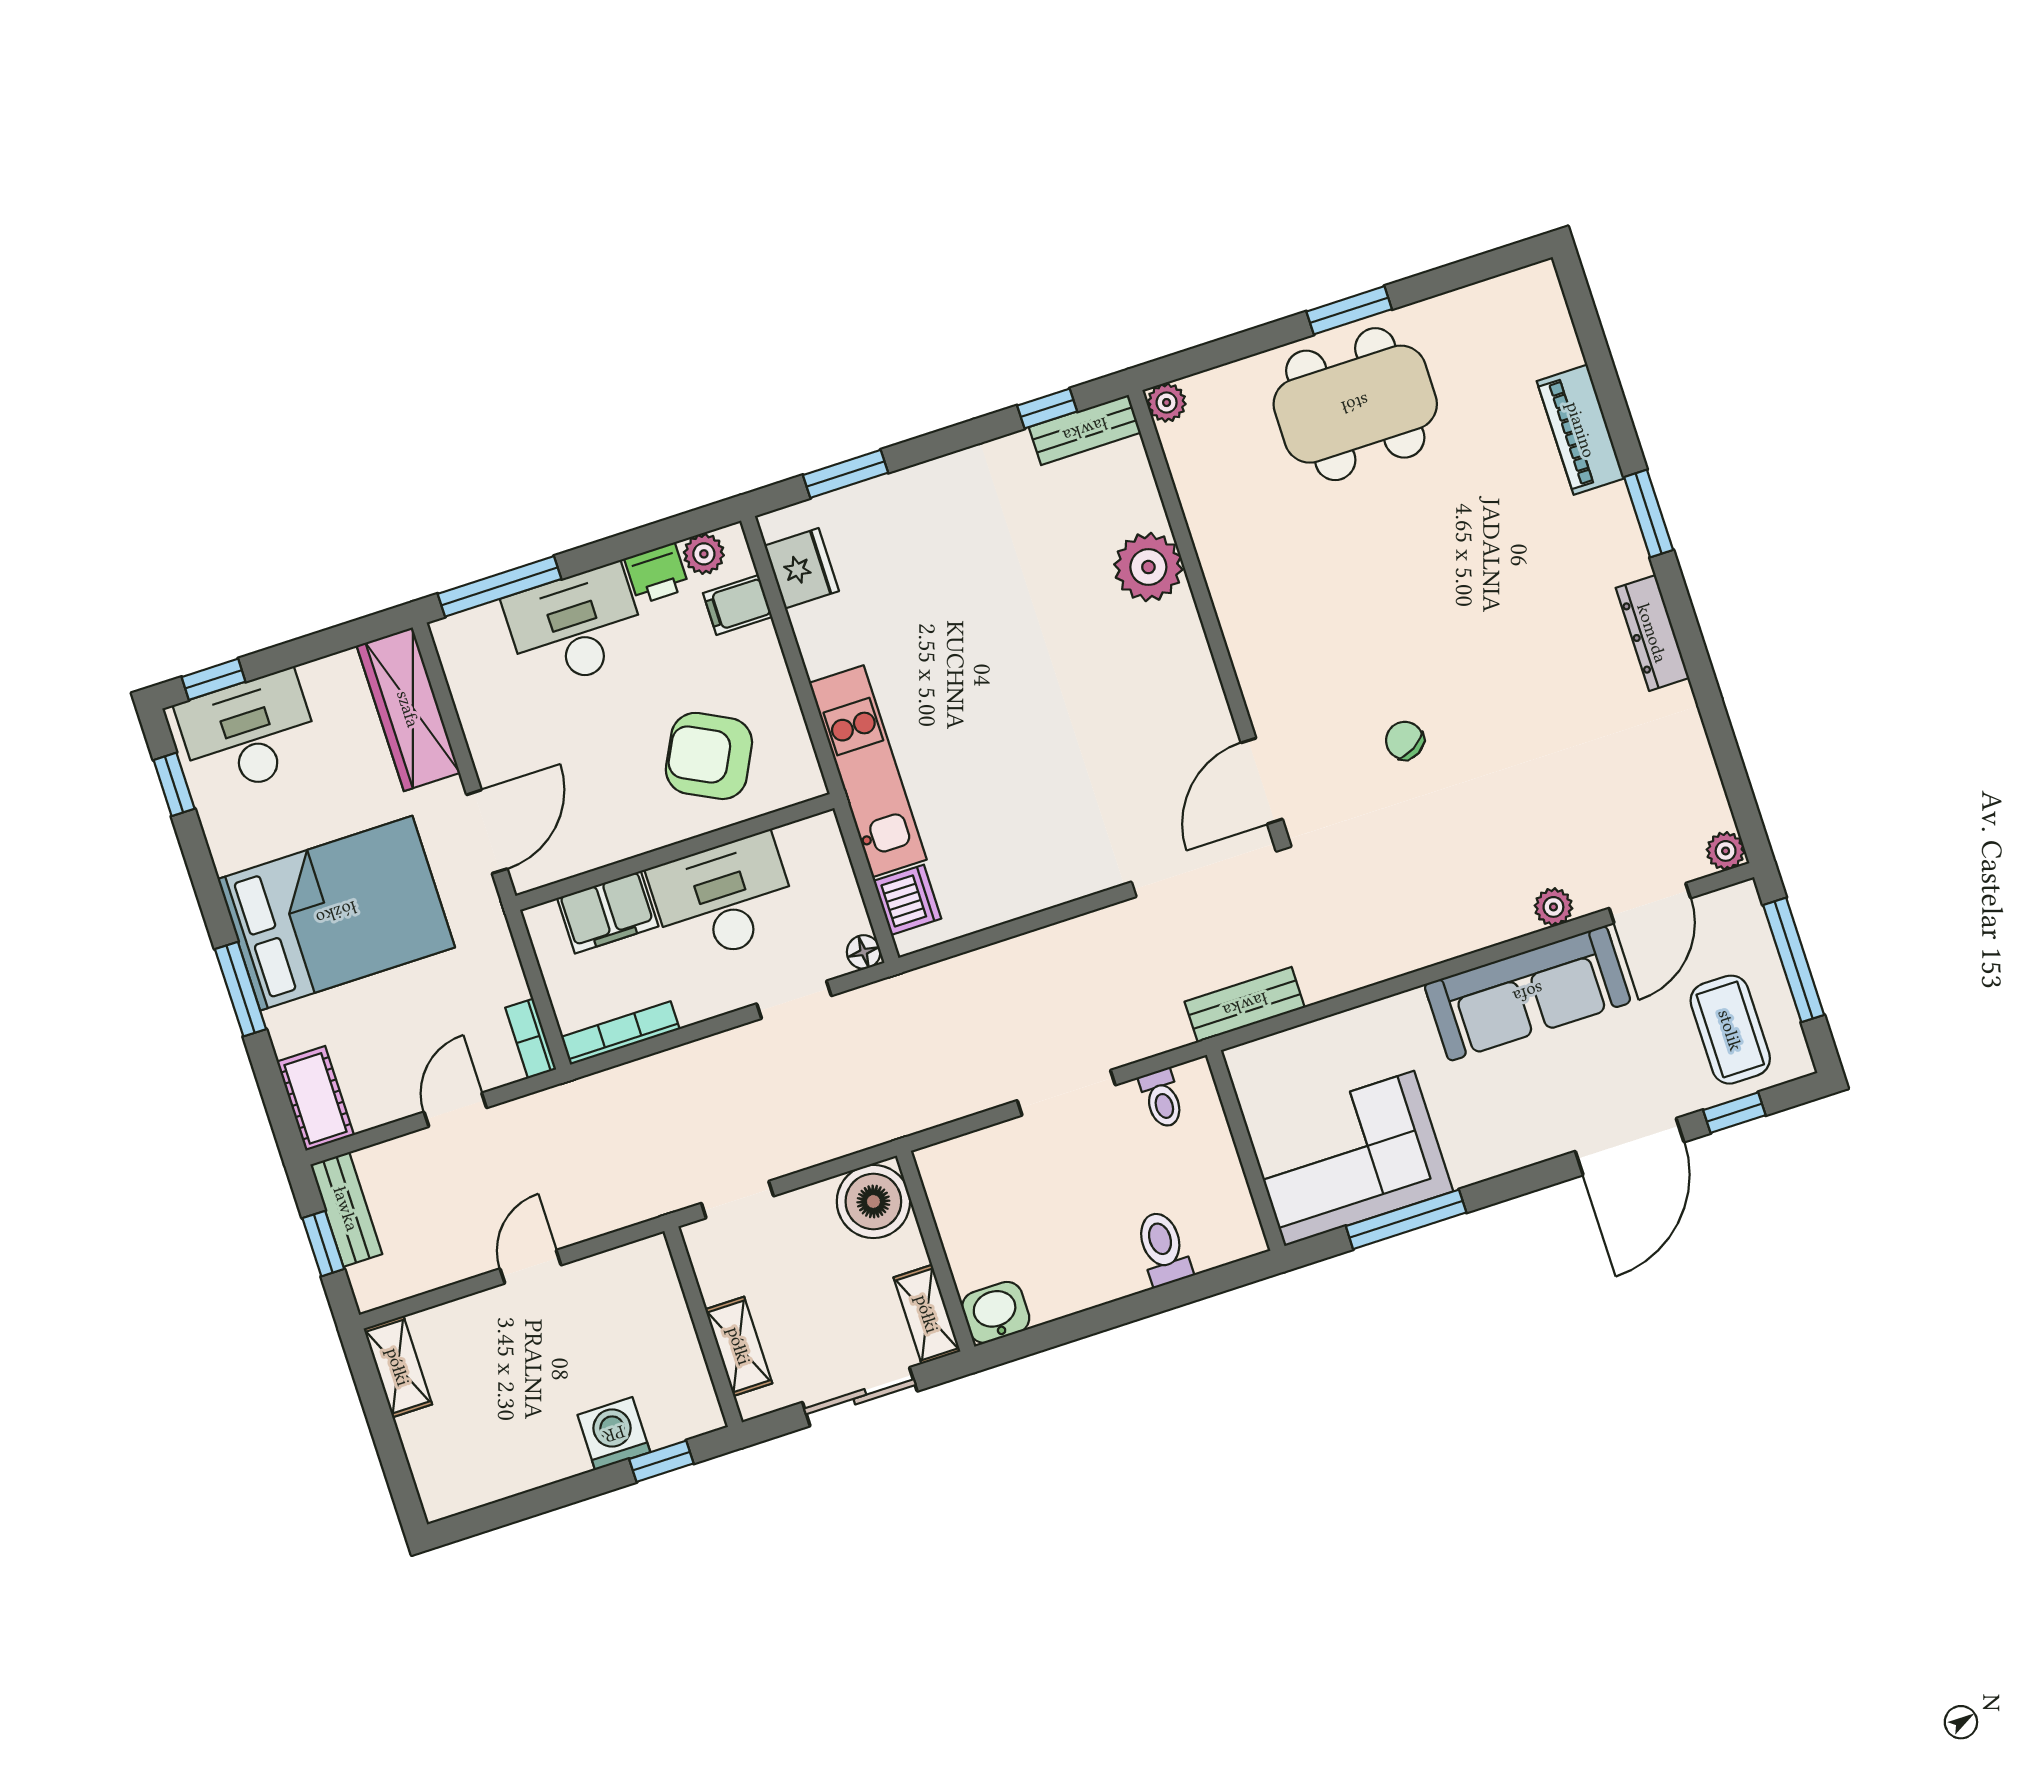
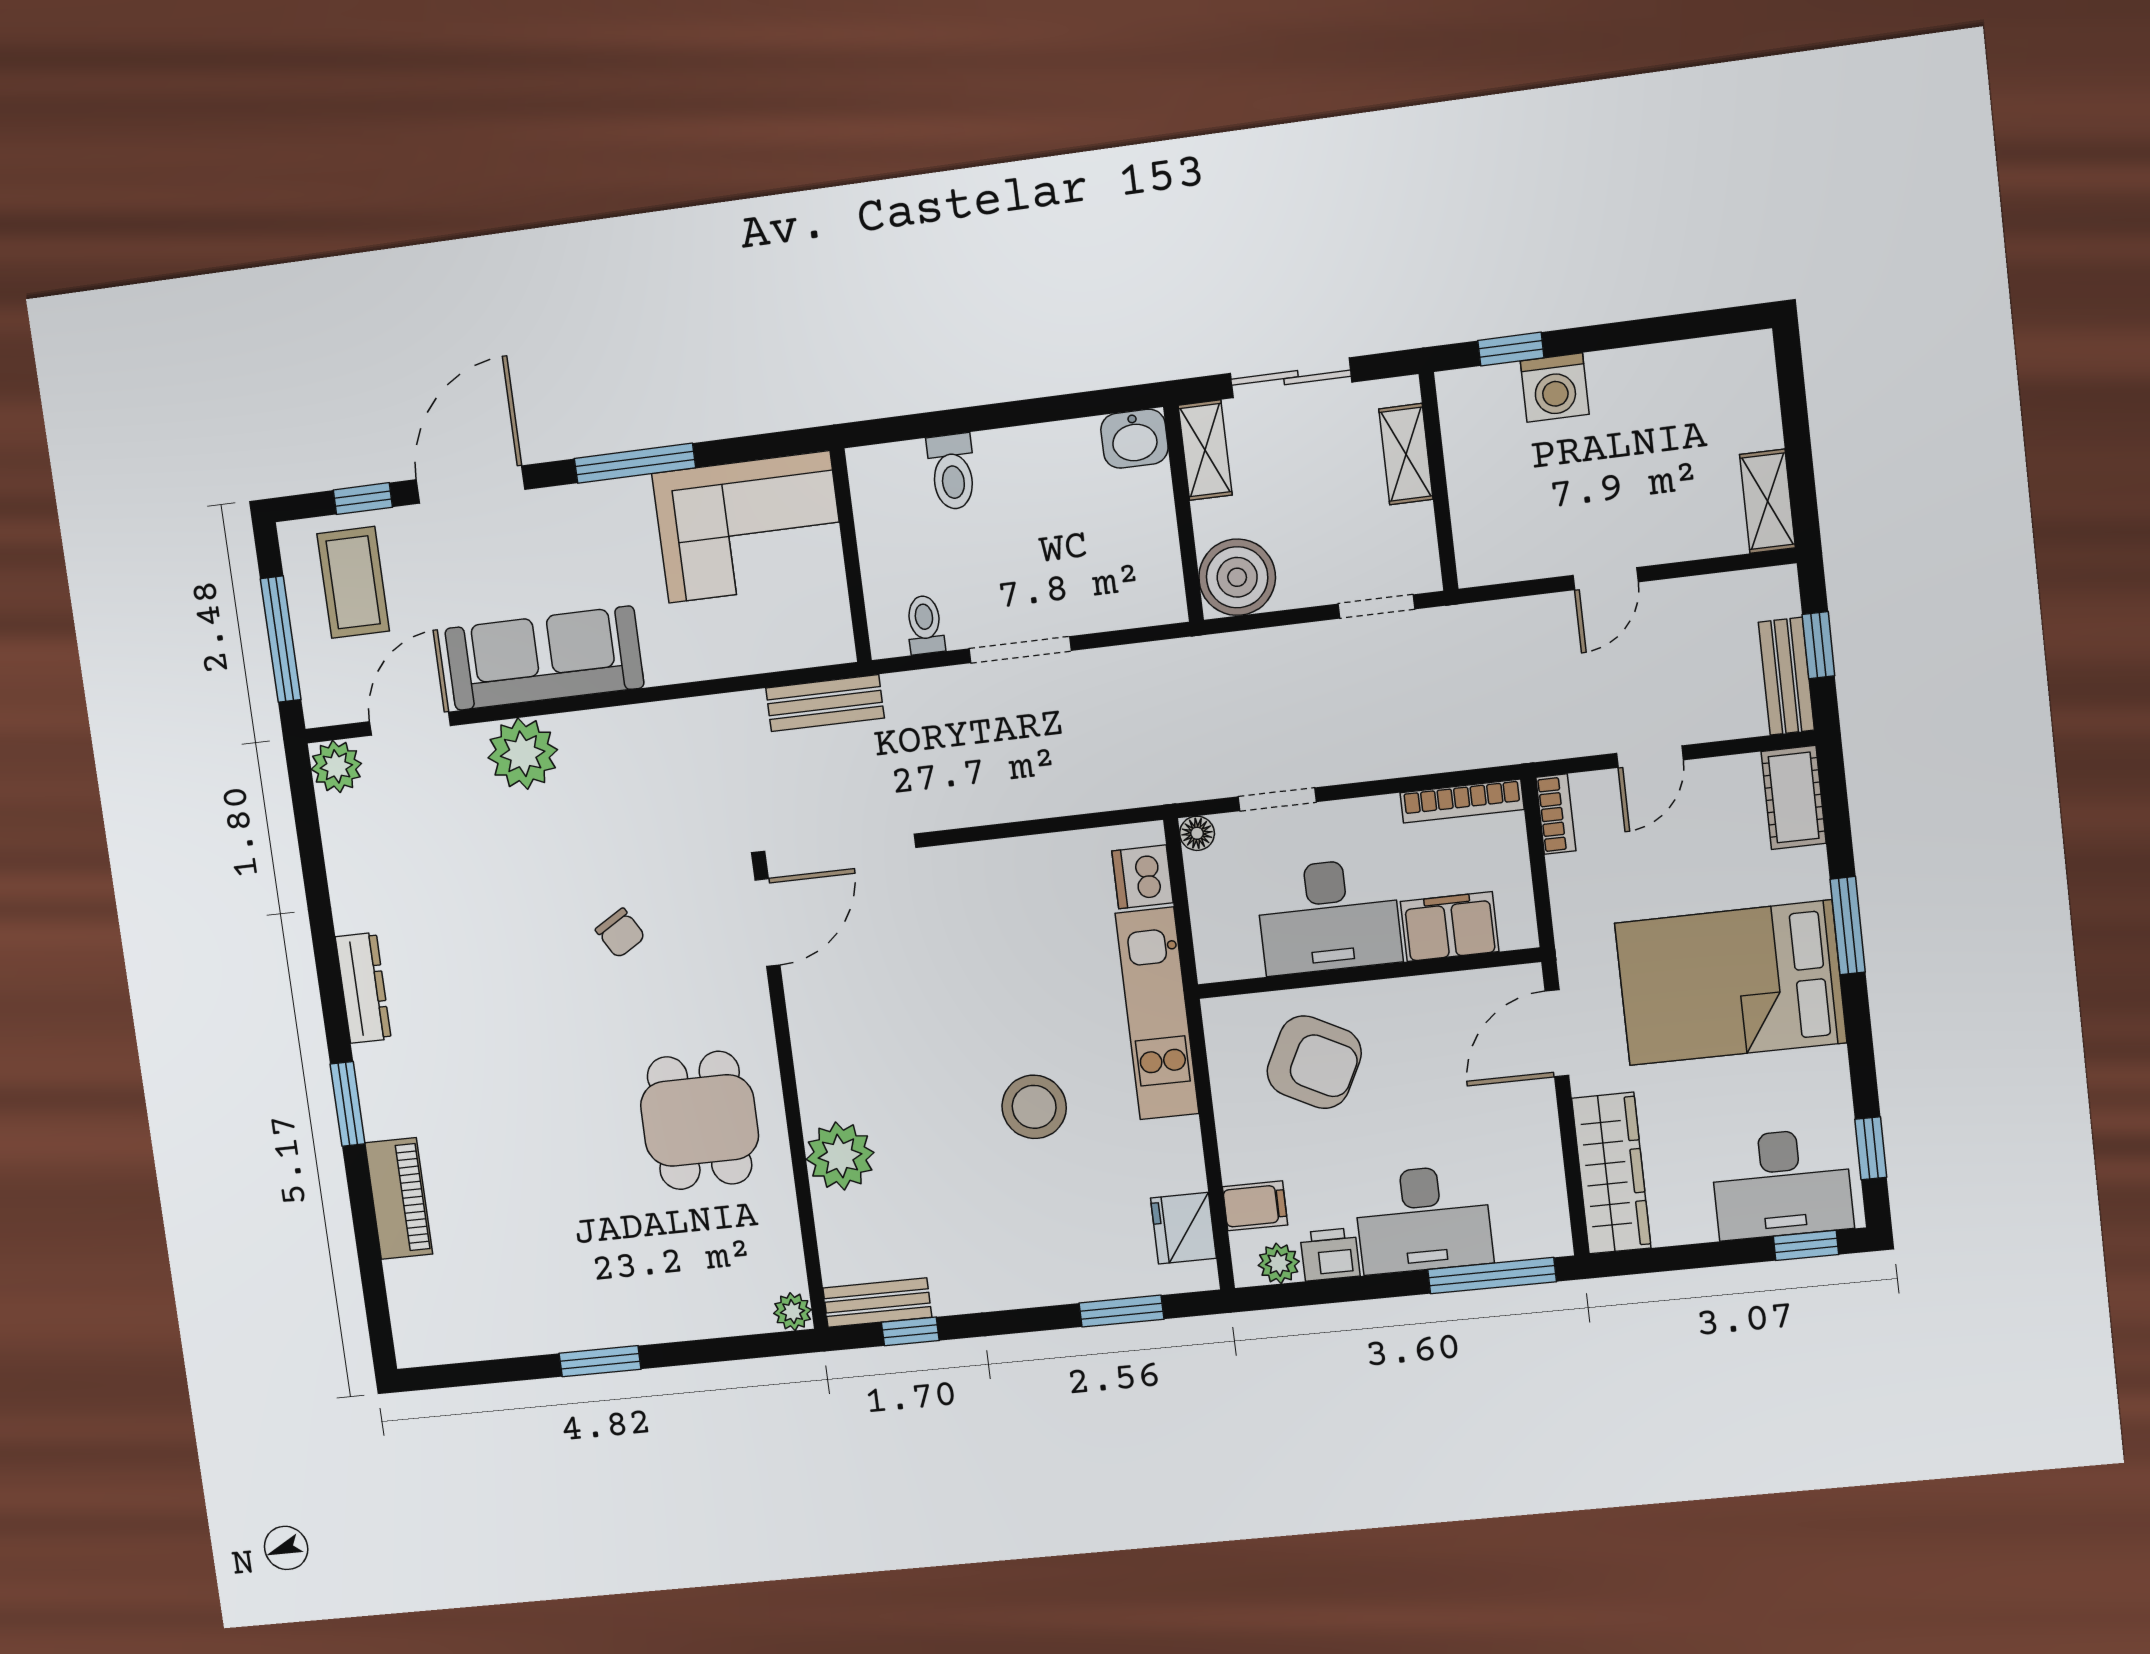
dining table: (1355, 404) -> (700, 1120), moved, width x0.73
stool: (968, 656) -> (1034, 1107), added
plant: (1726, 851) -> (336, 766), width x1.38, depth x1.38
plant: (1553, 907) -> (523, 754), width x1.88, depth x1.88
window: (1406, 1219) -> (635, 463), moved

